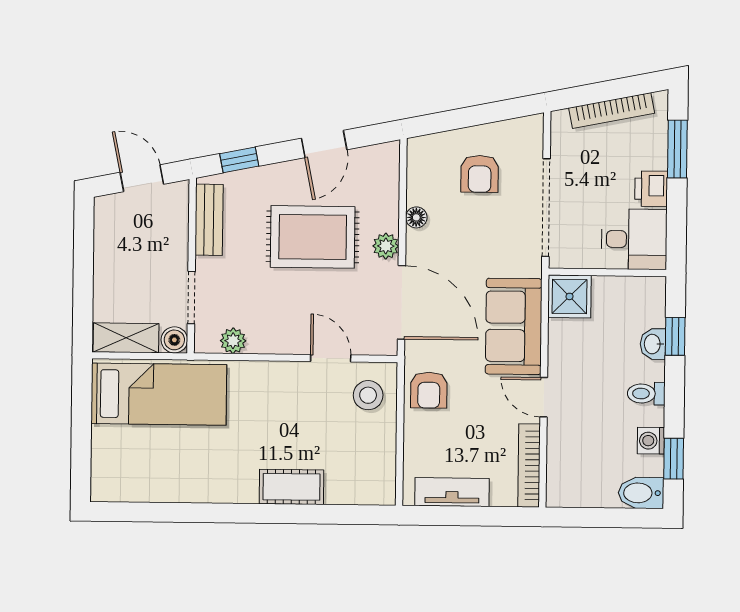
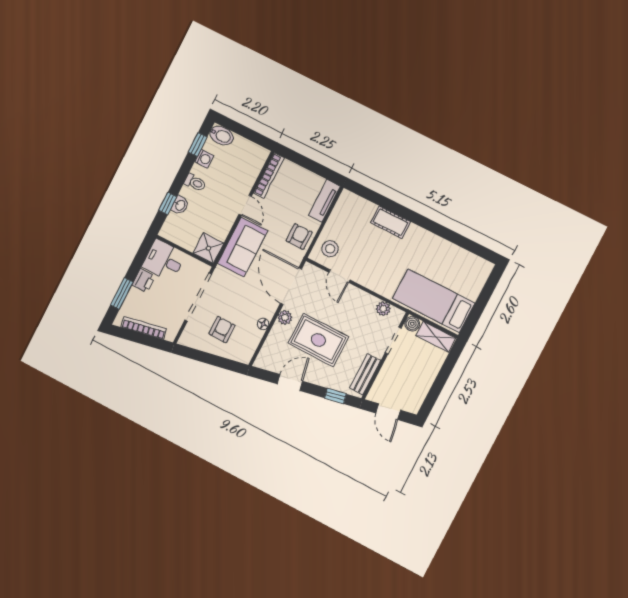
tv unit: (452, 492) -> (324, 201), moved, turned 90

